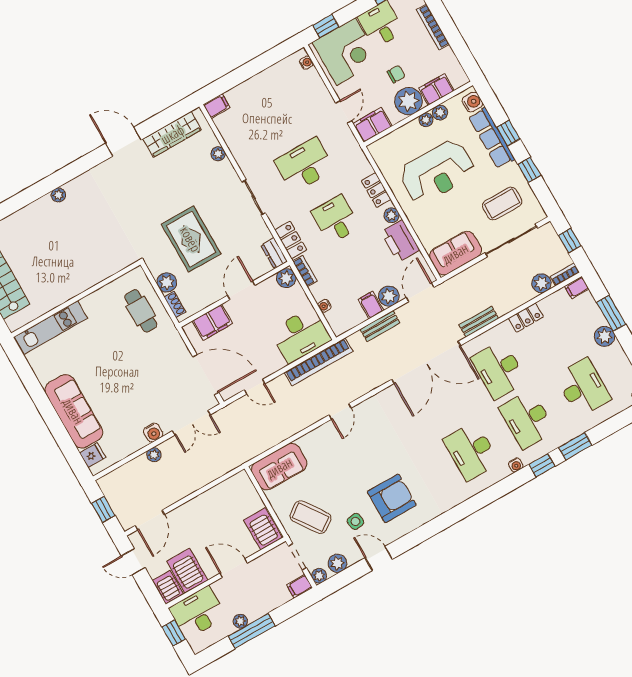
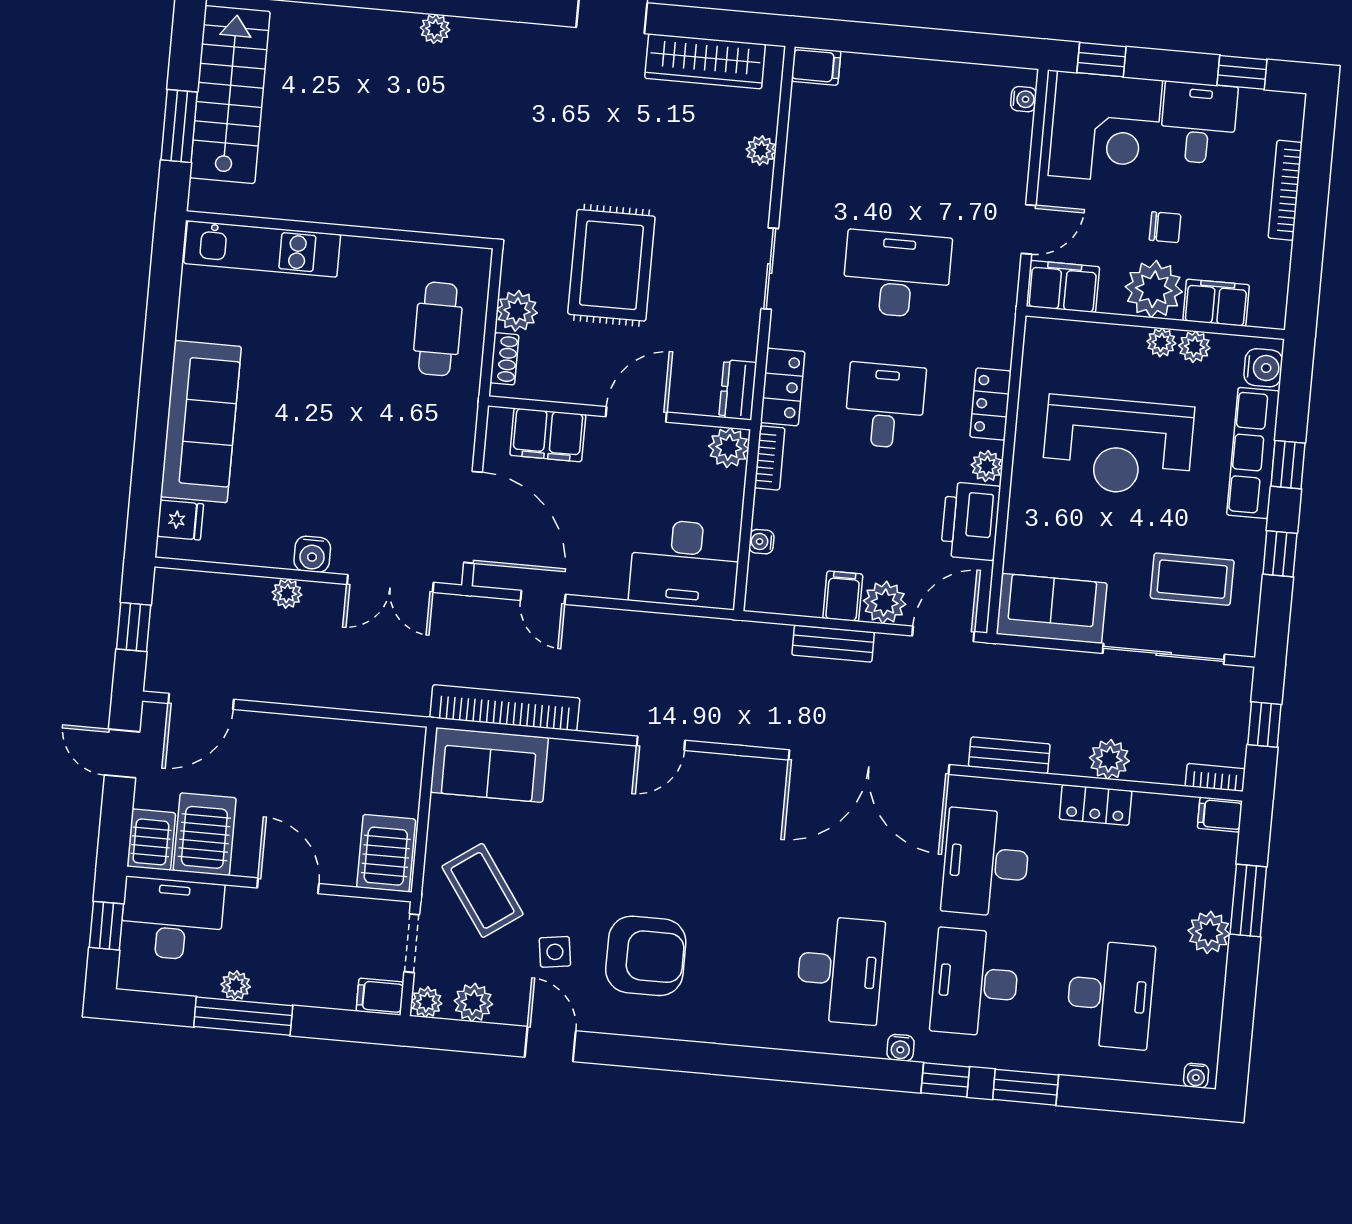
plant: (541, 283) -> (1109, 759), moved
bookcase: (319, 362) -> (505, 708), moved, turned 180
desk: (471, 451) -> (840, 970), turned 180

